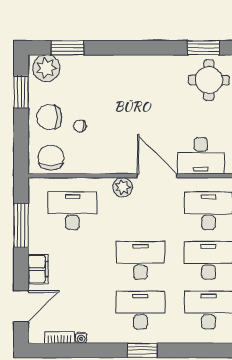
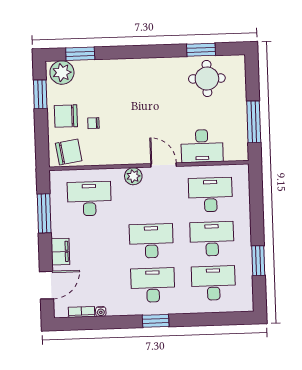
chair: (51, 158) -> (69, 152), turned 81
door: (157, 176) -> (164, 165), width x0.73

